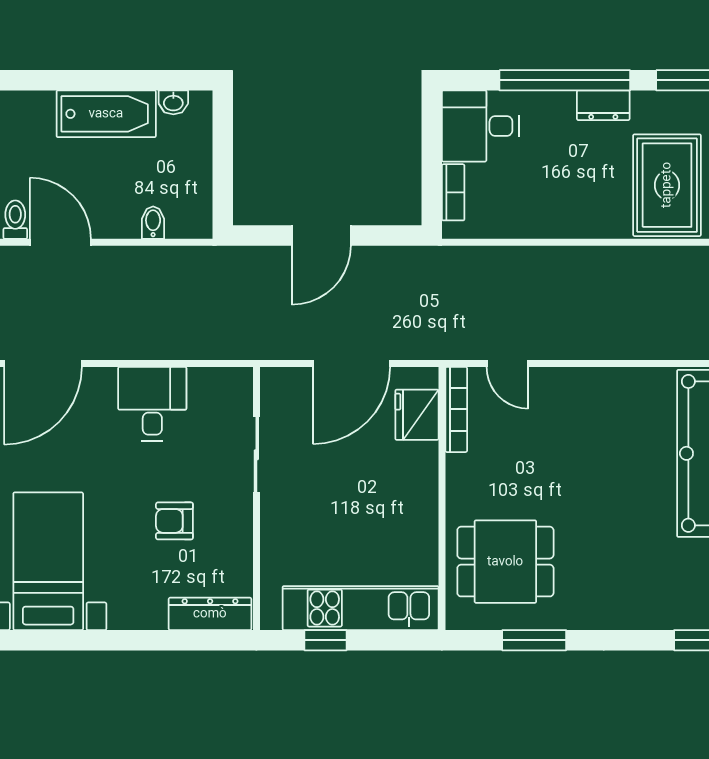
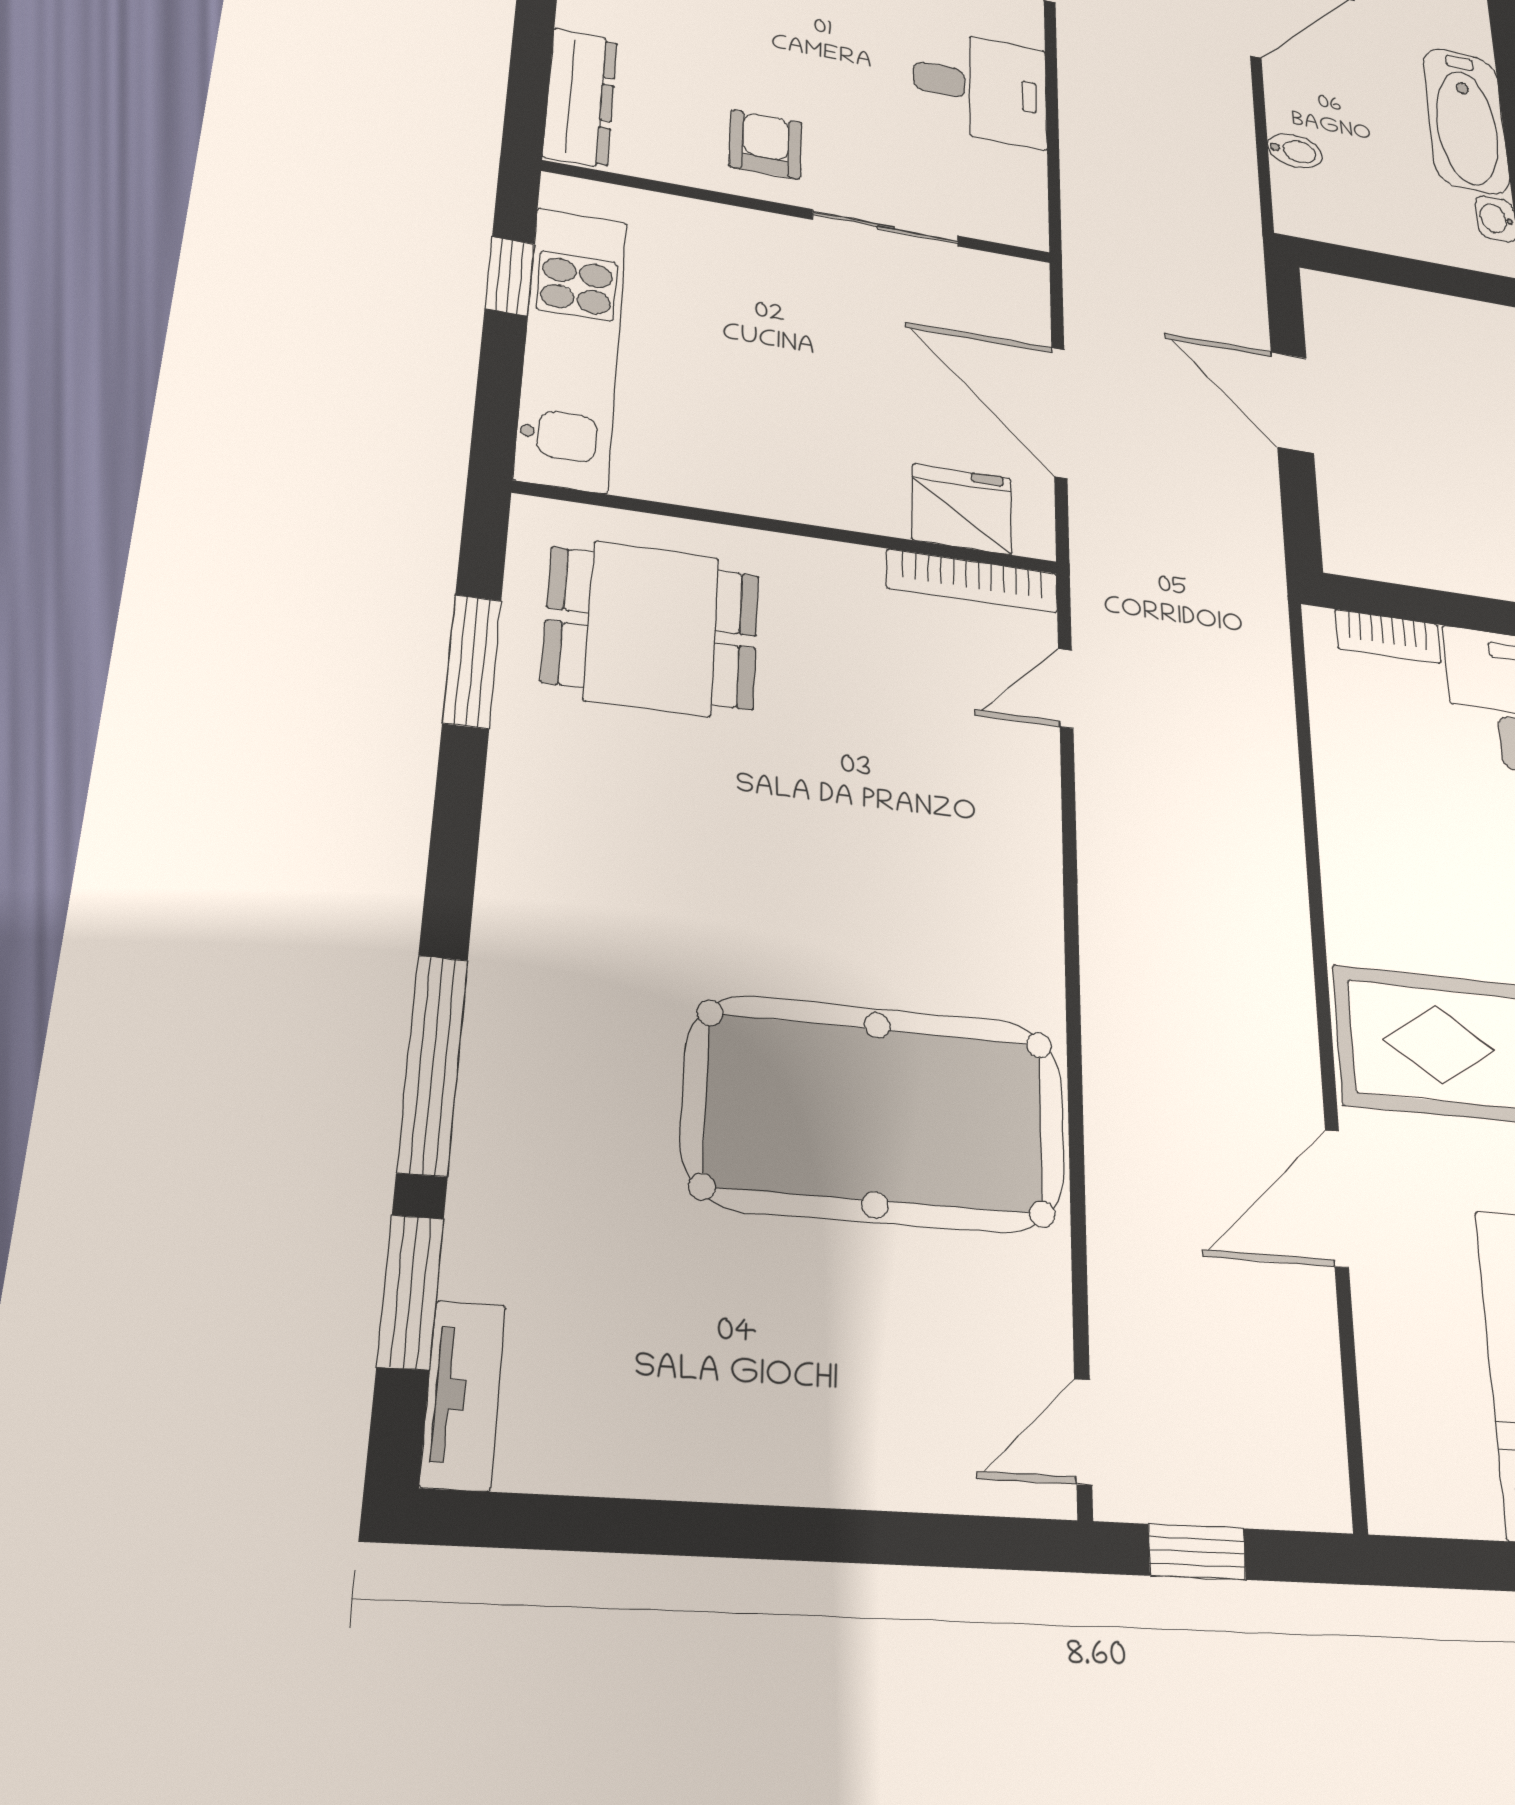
armchair: (174, 521) -> (766, 144), moved
dining table: (505, 562) -> (652, 628), turned 90

